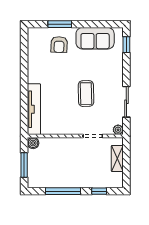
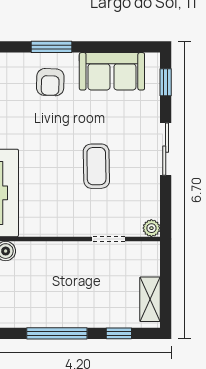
sliding door: (126, 102) -> (166, 149), moved
shelving: (117, 158) -> (150, 299), moved

